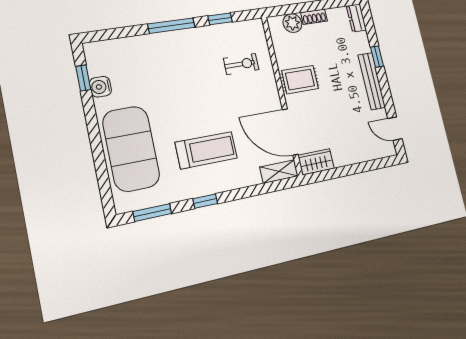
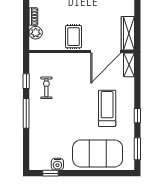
exercise bike: (241, 64) -> (46, 88), moved
wardrobe: (316, 162) -> (128, 33), width x1.50

